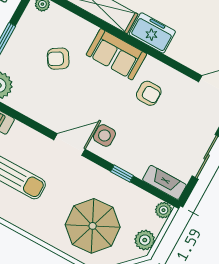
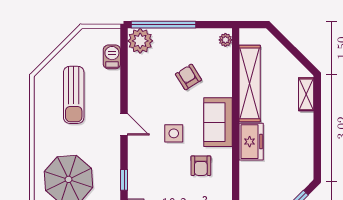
side table: (104, 135) -> (174, 133), moved
door: (69, 145) -> (124, 124), width x0.73

